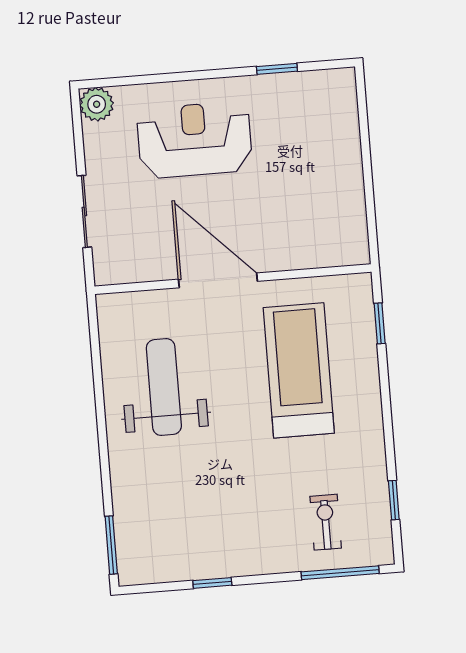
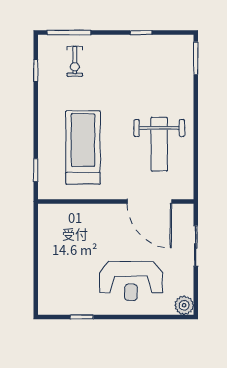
door: (218, 280) -> (149, 201), moved
treadmill: (299, 370) -> (83, 147), turned 180

